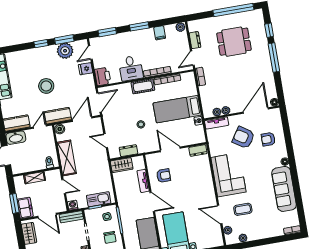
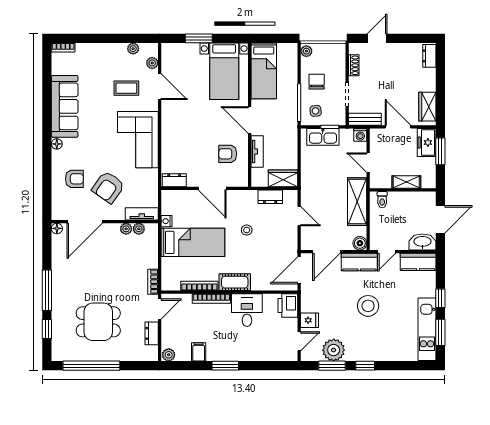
window: (107, 32) -> (271, 366), removed
armchair: (243, 138) -> (108, 187), turned 91

